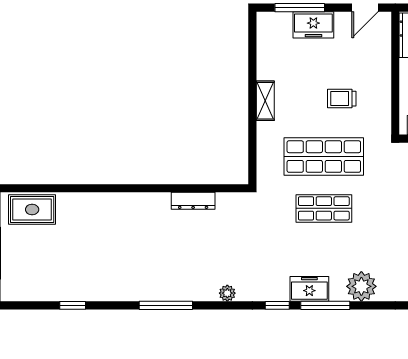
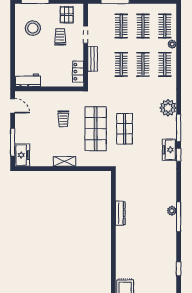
freezer: (313, 25) -> (22, 155), moved
dresser: (193, 201) -> (120, 213), moved
freezer: (309, 289) -> (169, 150), moved
plant: (227, 293) -> (172, 211), moved

